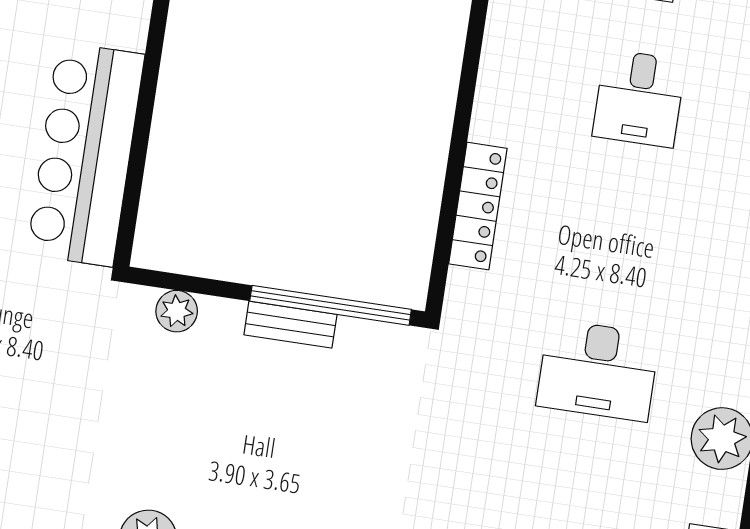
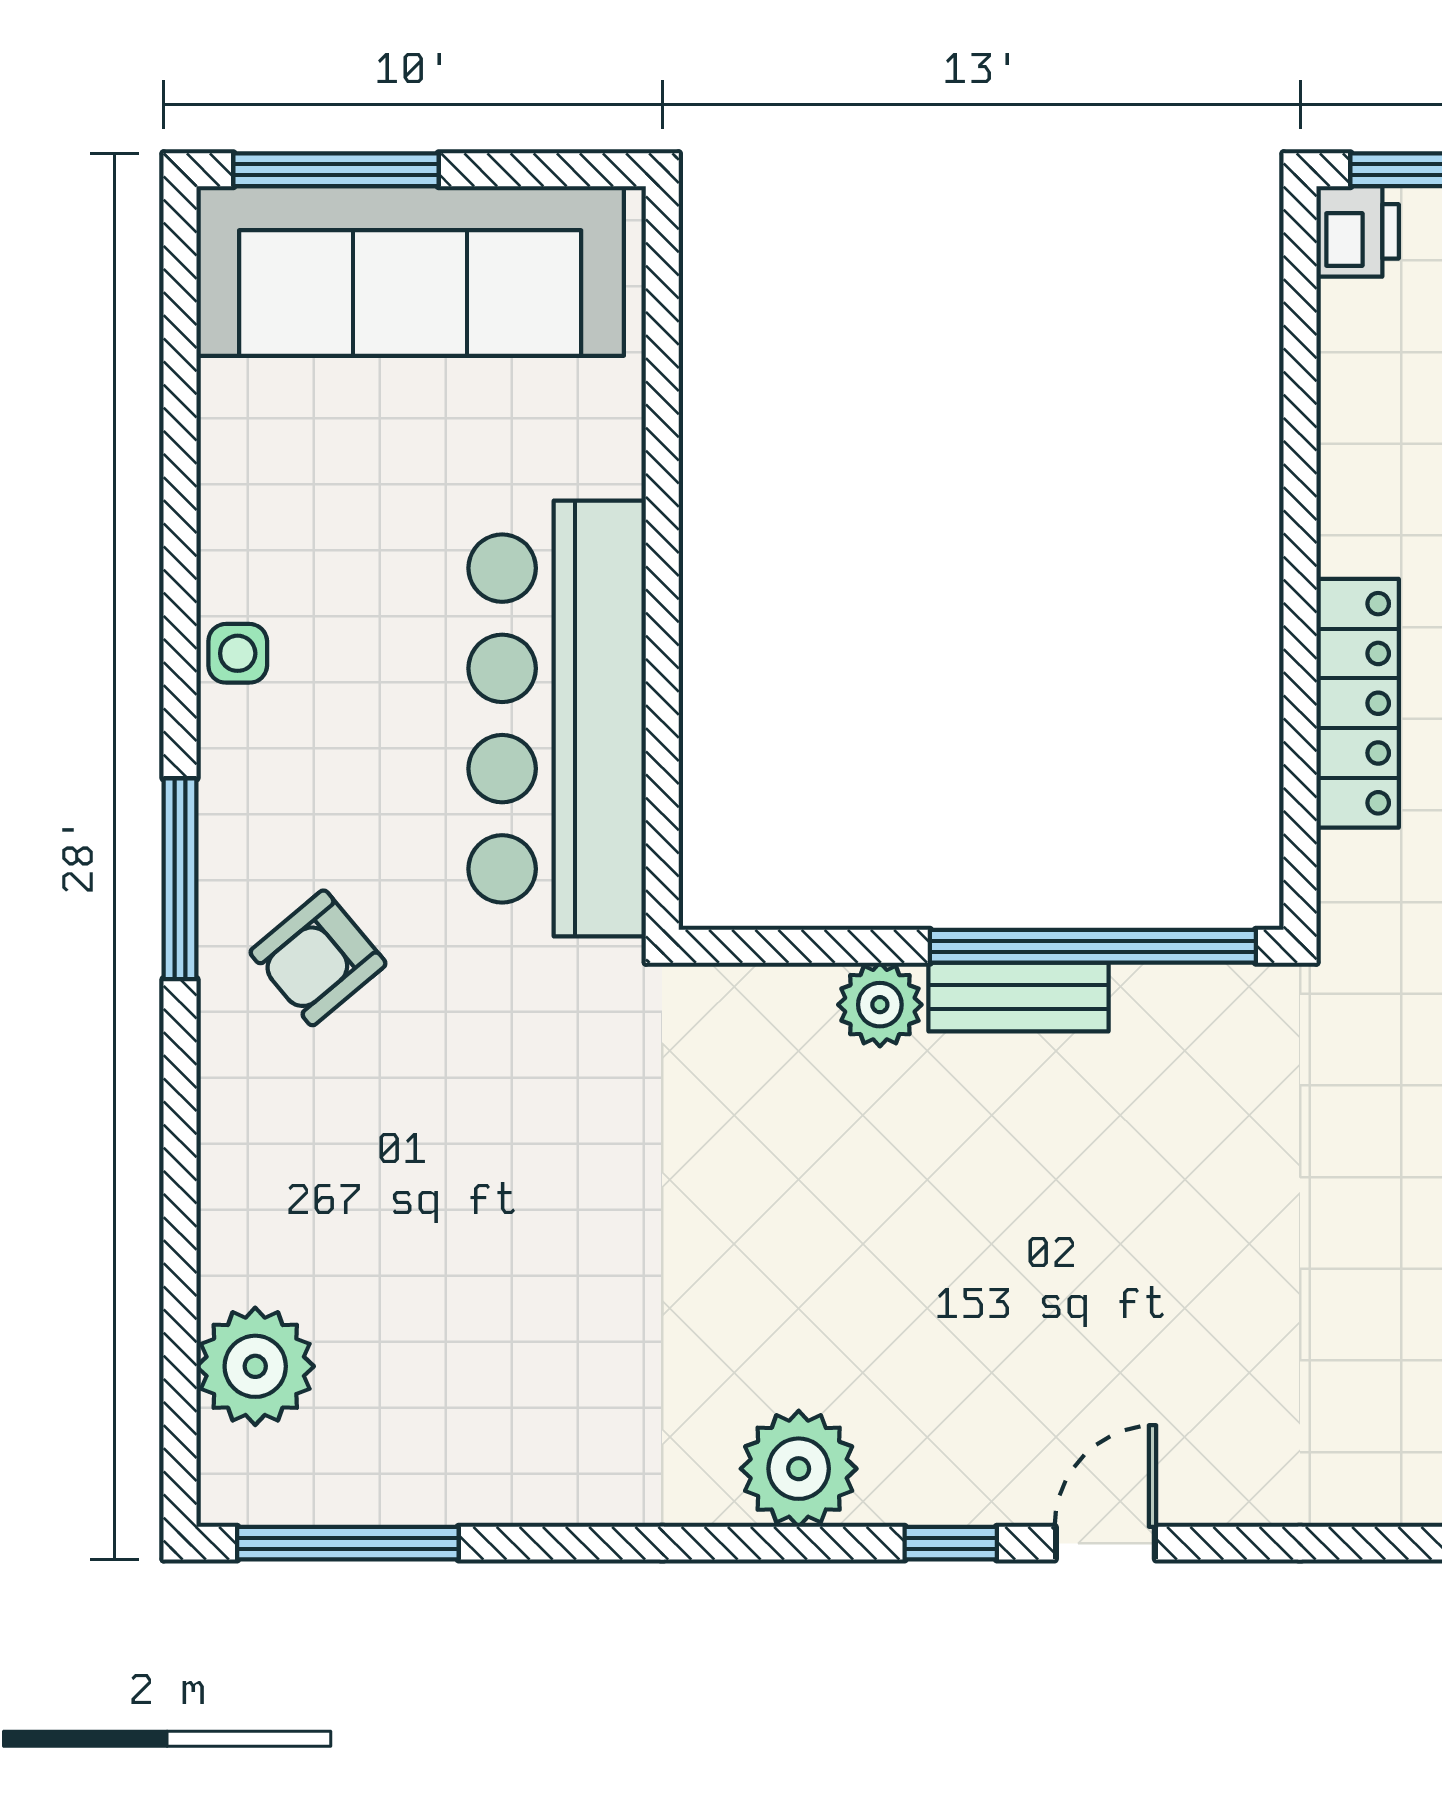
plant: (177, 311) -> (880, 1005), moved

